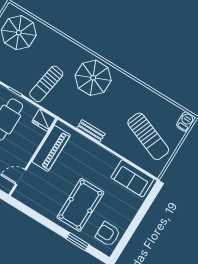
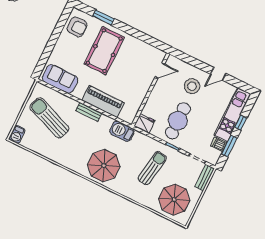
sun lounger: (46, 84) -> (152, 168), moved
barbecue: (69, 114) -> (122, 131), added
bench: (91, 131) -> (89, 112), moved
piano: (51, 148) -> (103, 102), moved, turned 90

